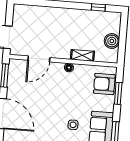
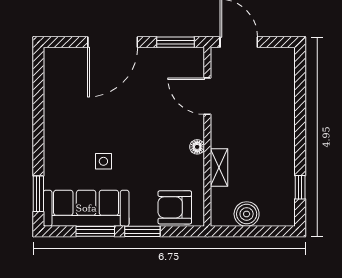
armchair: (104, 84) -> (175, 207), turned -90
window: (118, 93) -> (142, 231), moved

